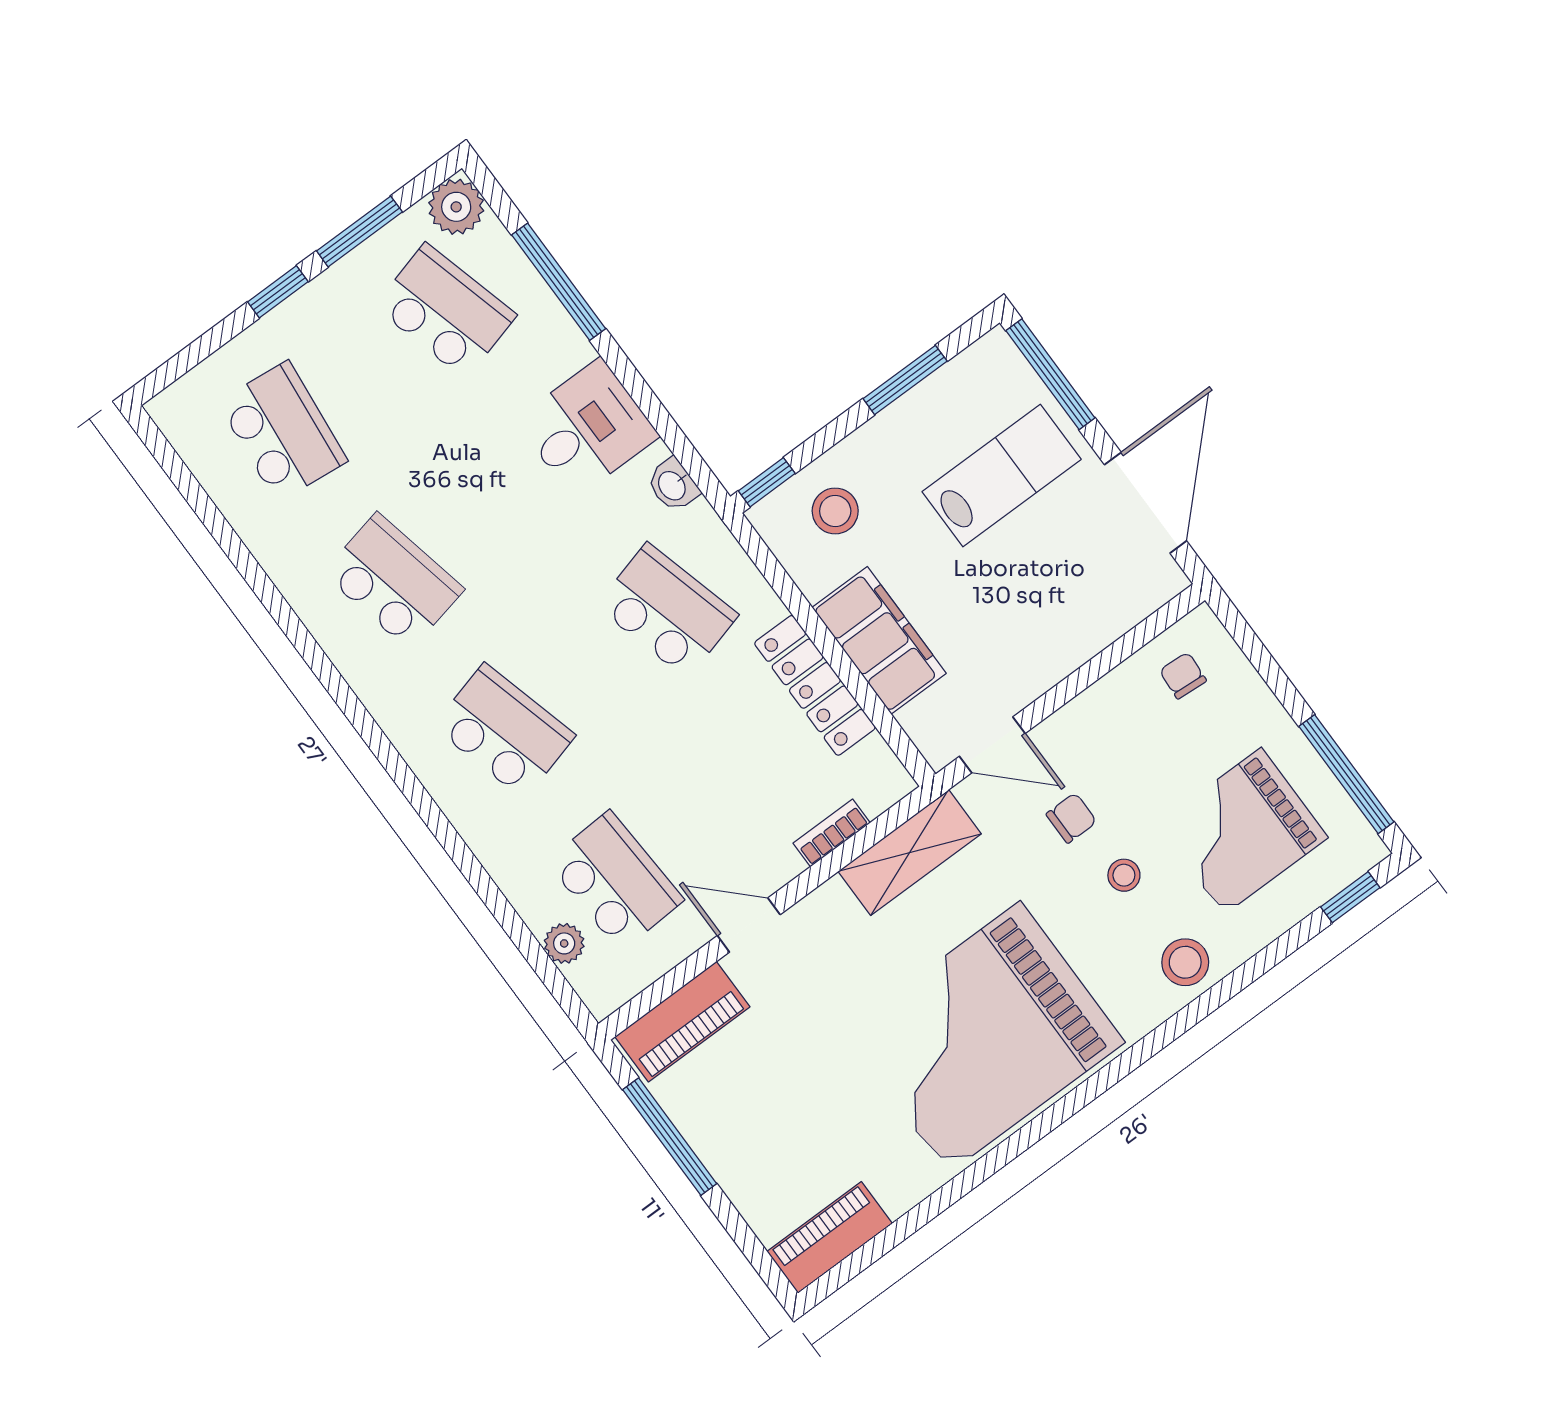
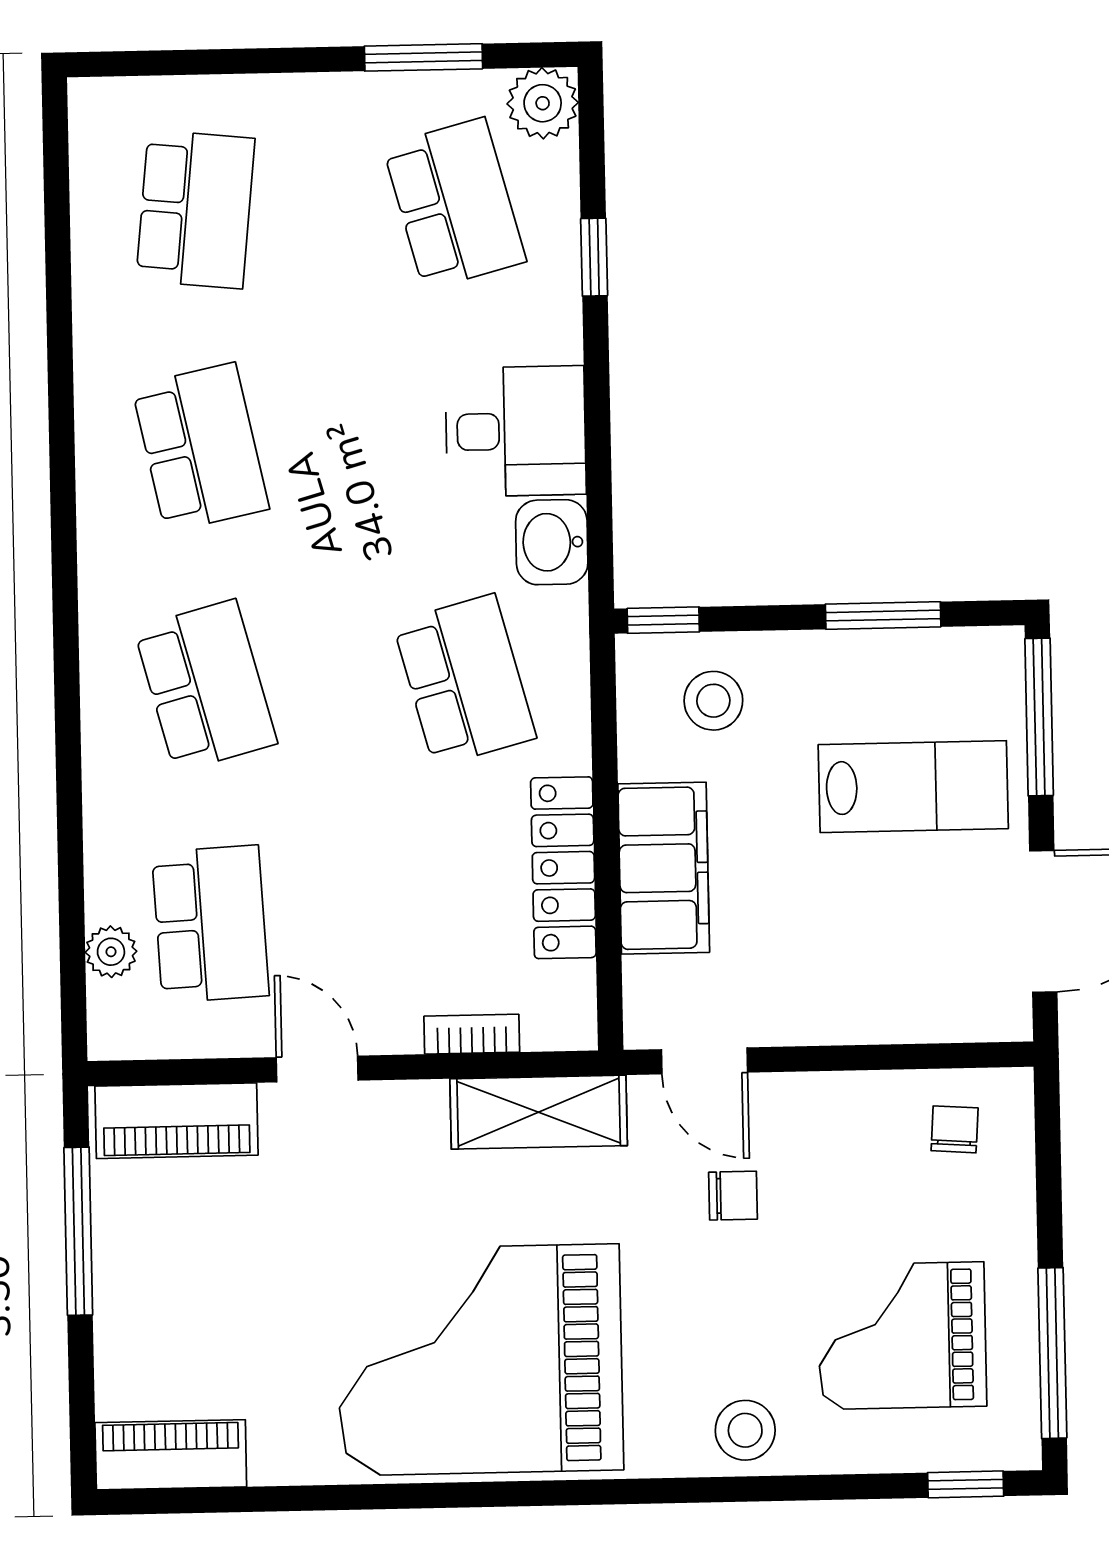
window: (559, 282) -> (594, 257), width x0.46
window: (278, 292) -> (294, 60), removed
washbasin: (673, 485) -> (552, 542), width x1.38, depth x1.45
stool: (1124, 875) -> (746, 1294), removed

